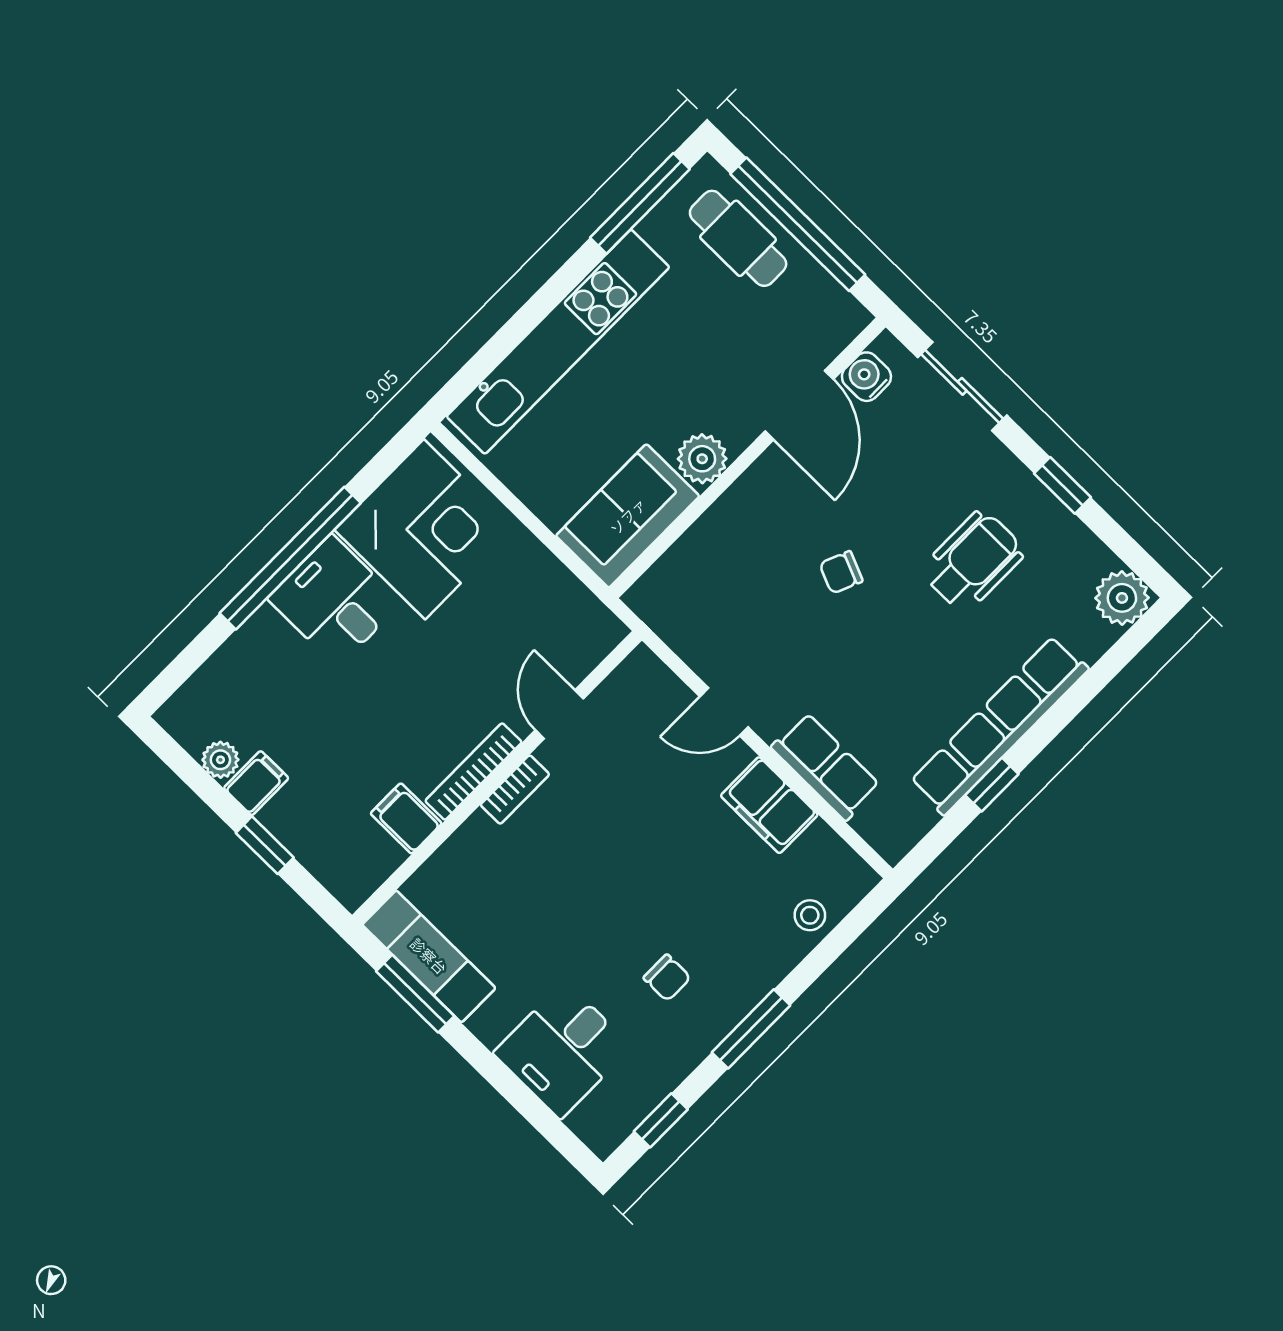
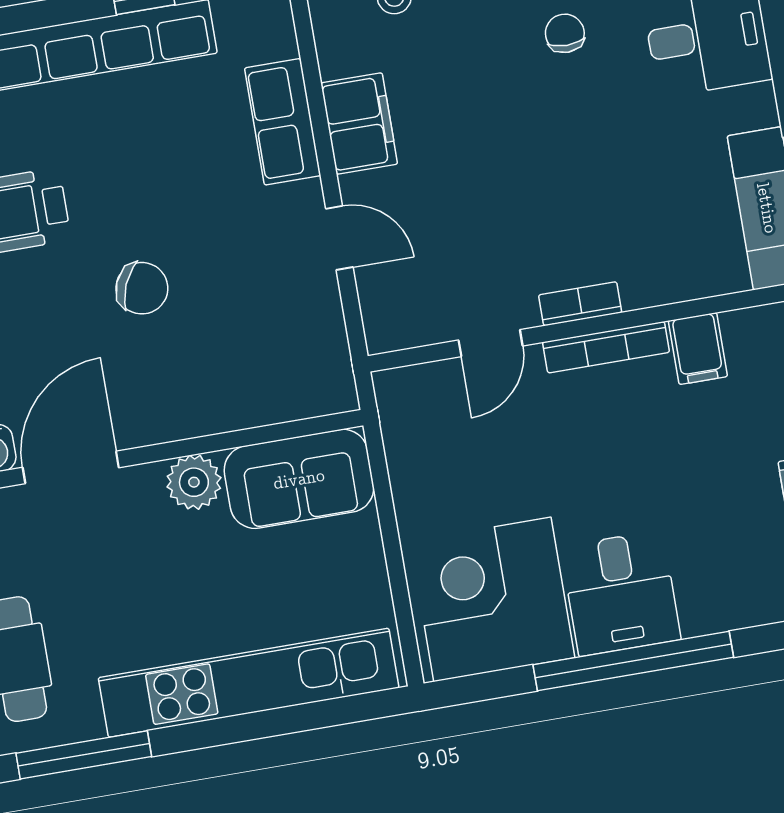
chair: (841, 572) -> (142, 288), width x1.37, depth x1.37

